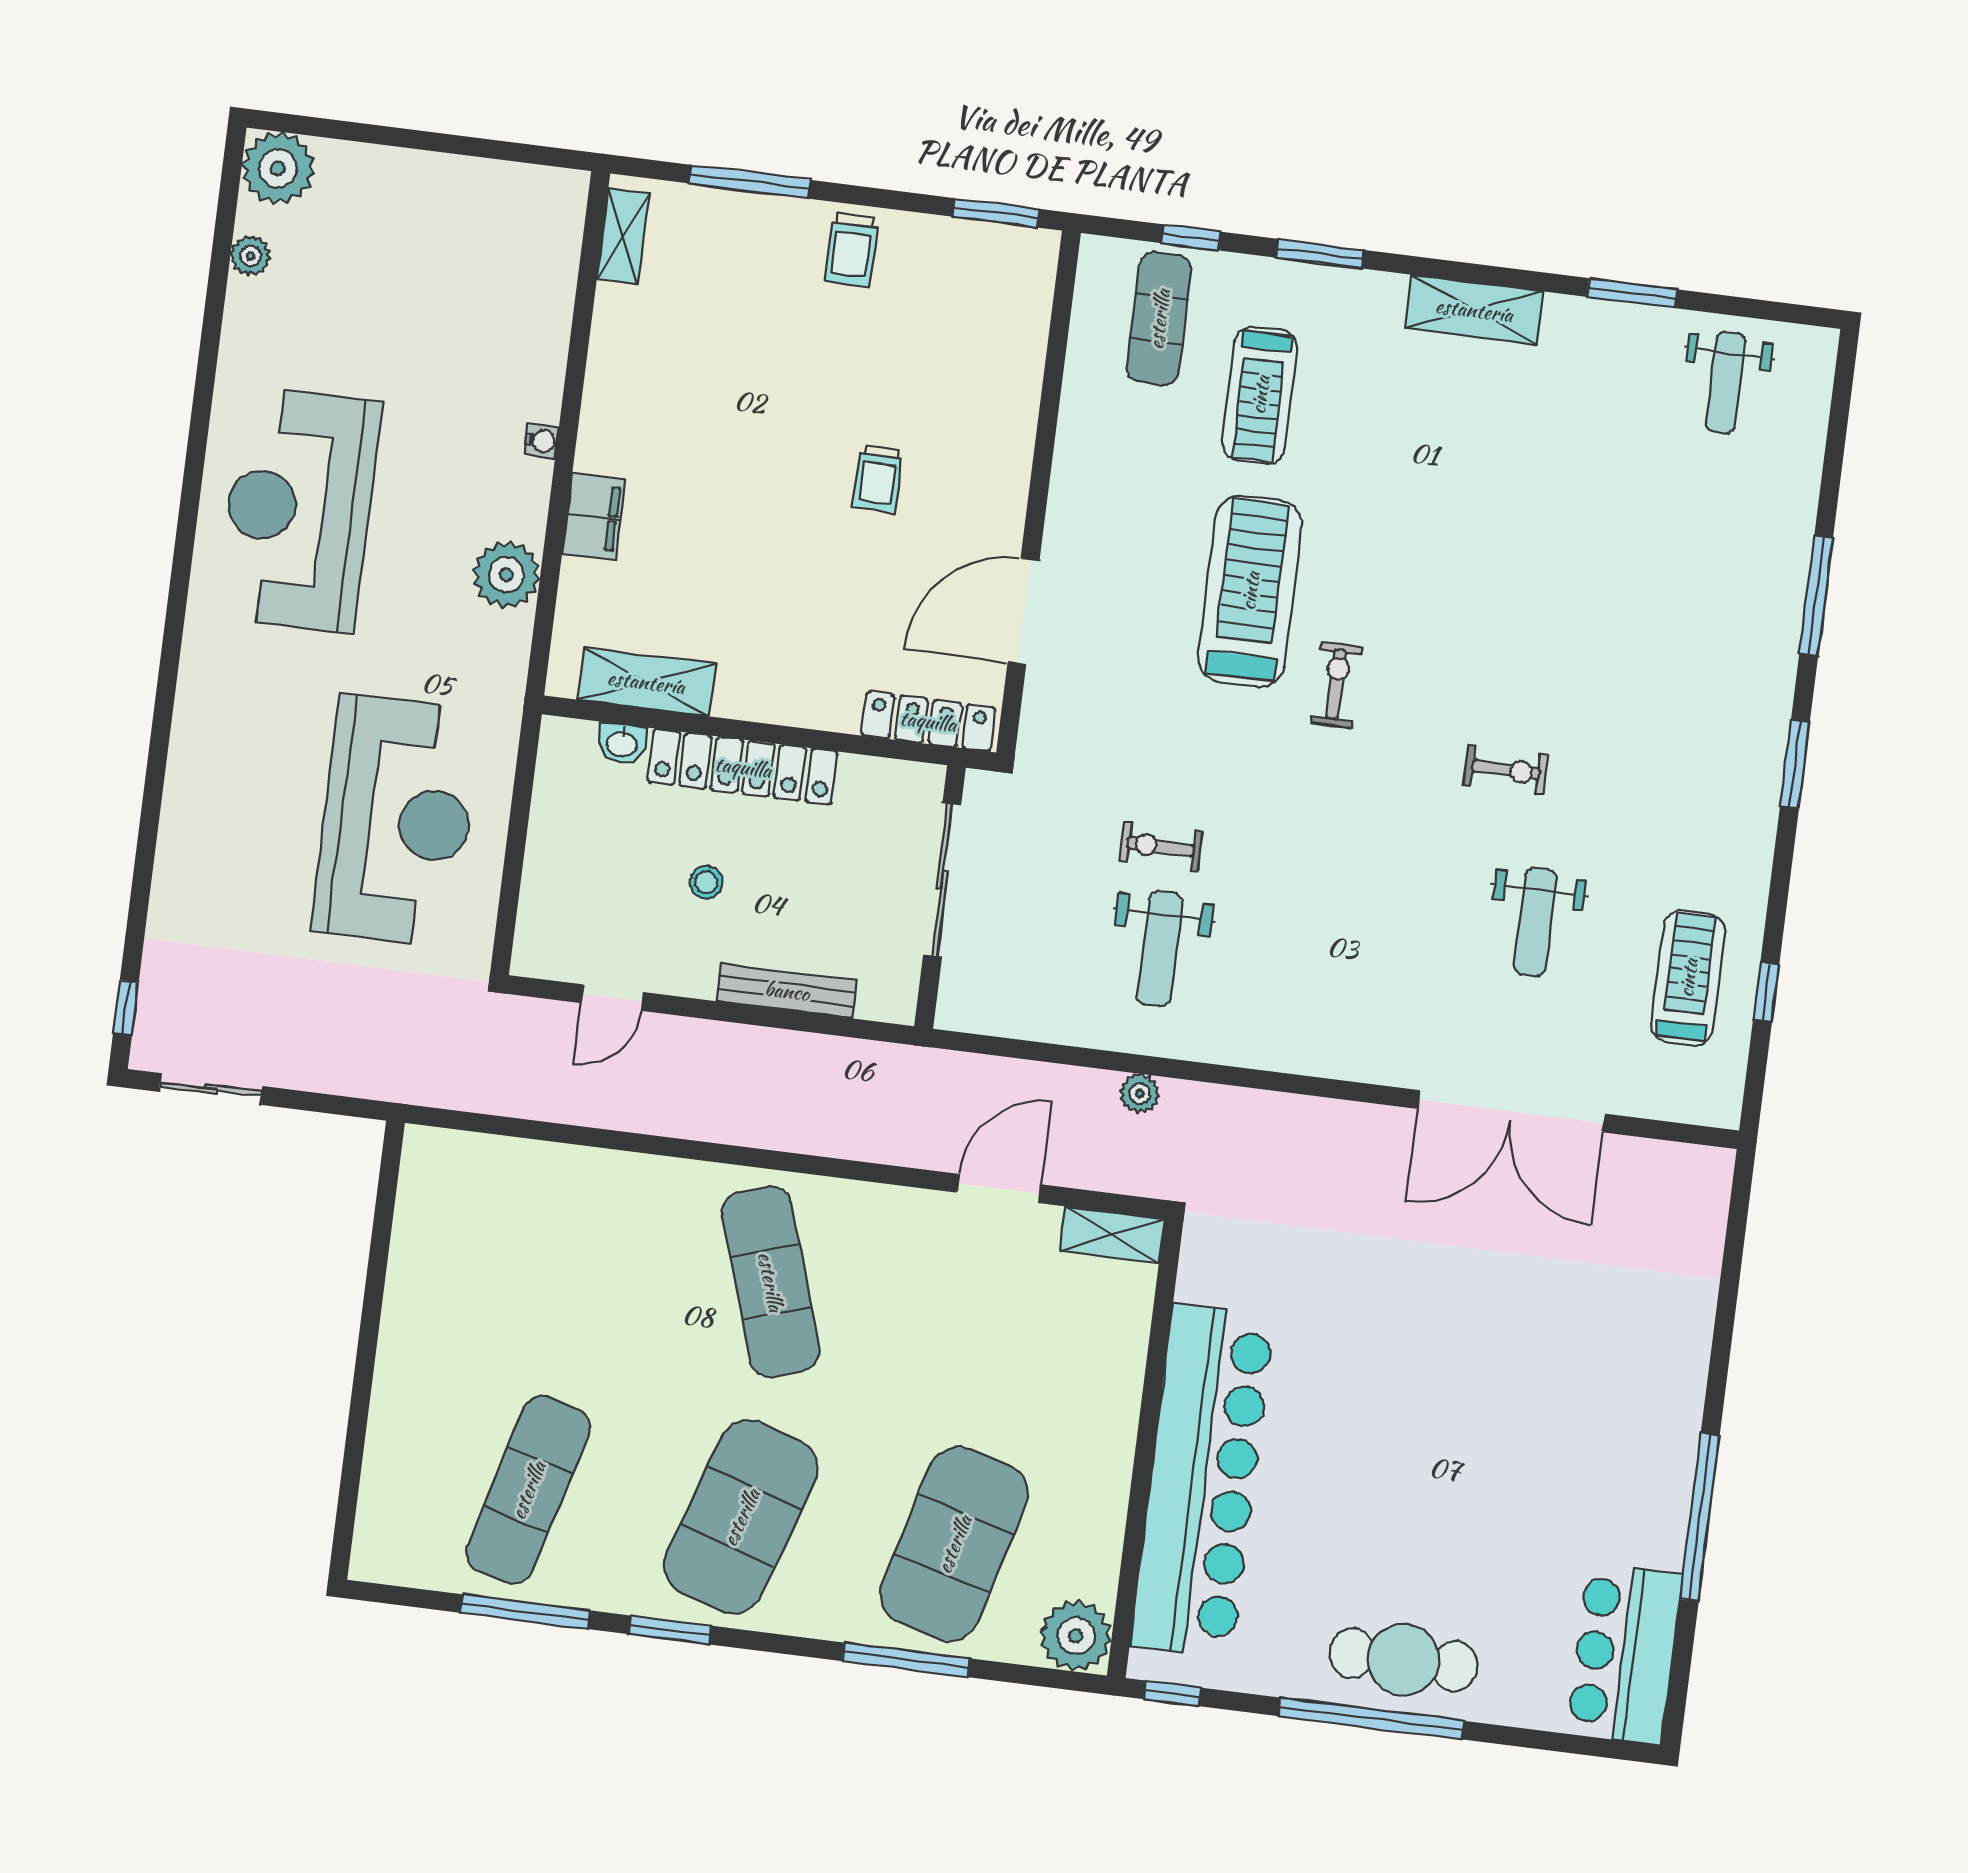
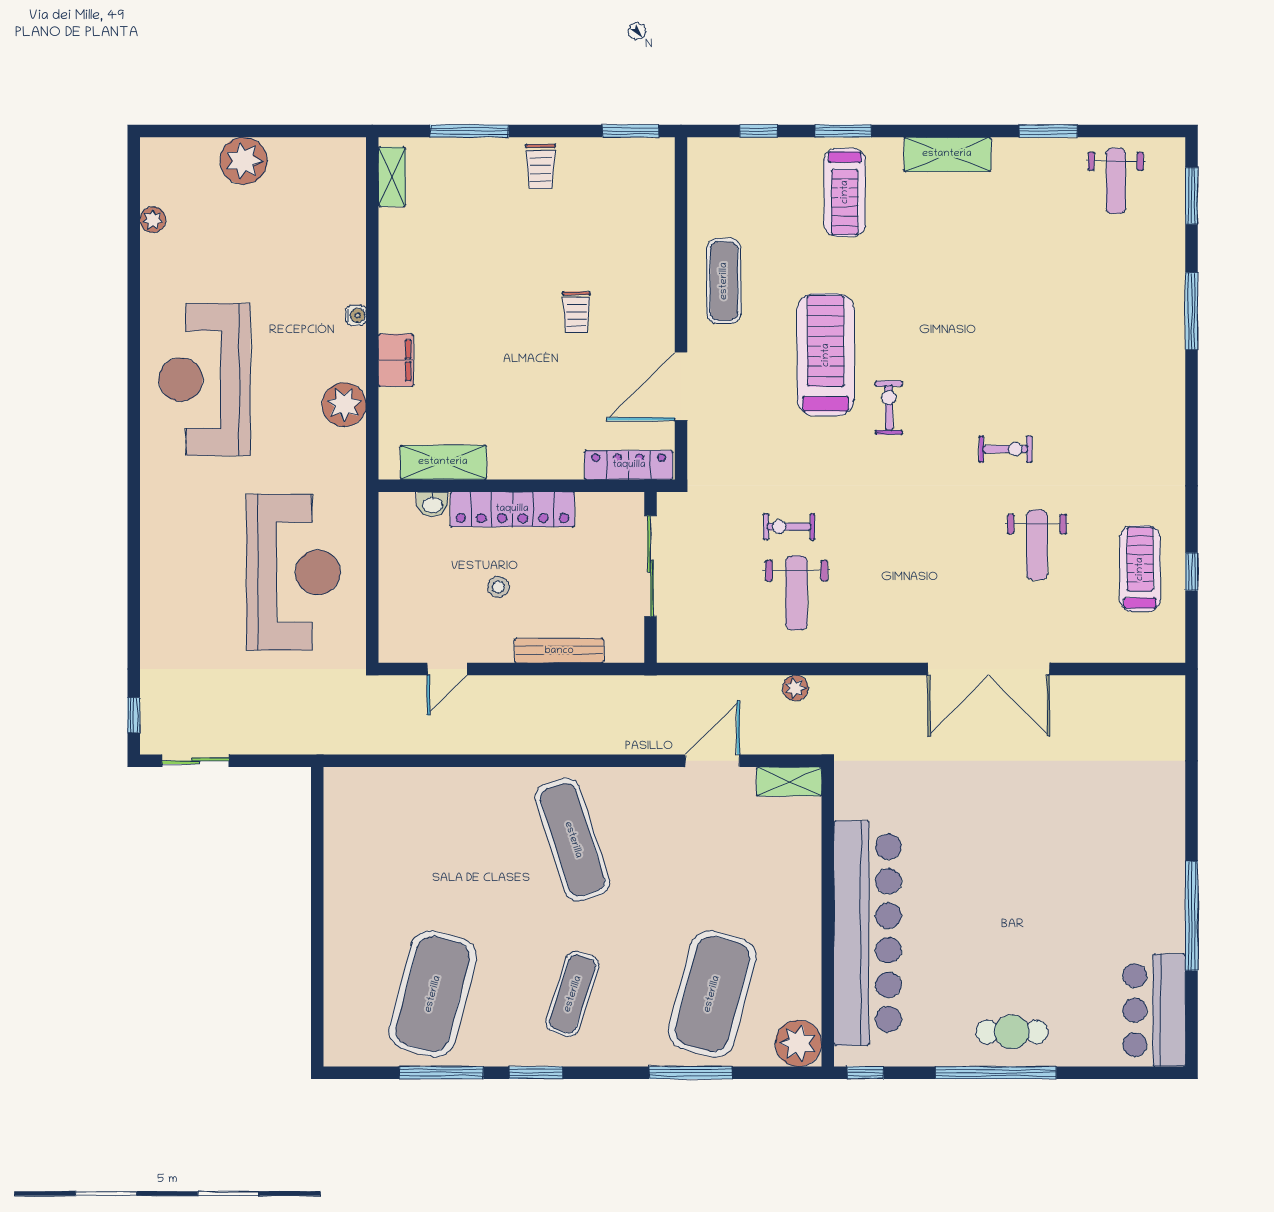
plant: (278, 168) -> (244, 161), moved
exercise mat: (1159, 319) -> (724, 281), moved
treadmill: (1260, 395) -> (845, 192), moved
window: (1795, 764) -> (1192, 196), moved
double door: (1511, 1111) -> (989, 669), moved
exercise mat: (528, 1490) -> (433, 994), width x1.47
exercise mat: (741, 1517) -> (573, 994), width x0.50, depth x0.69
cafe table: (1403, 1660) -> (1012, 1032), width x0.73, depth x0.74

